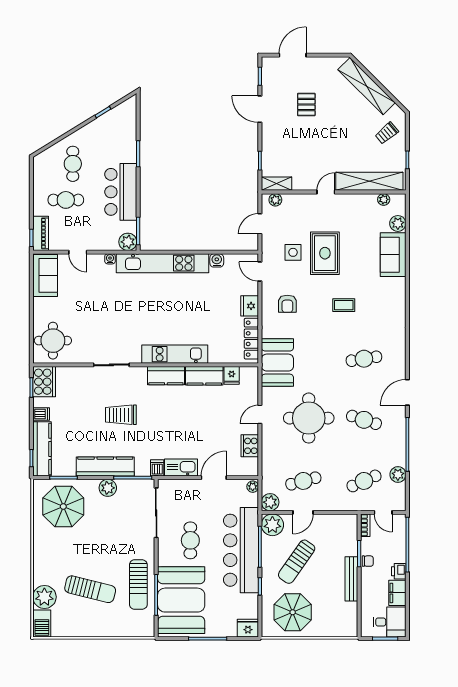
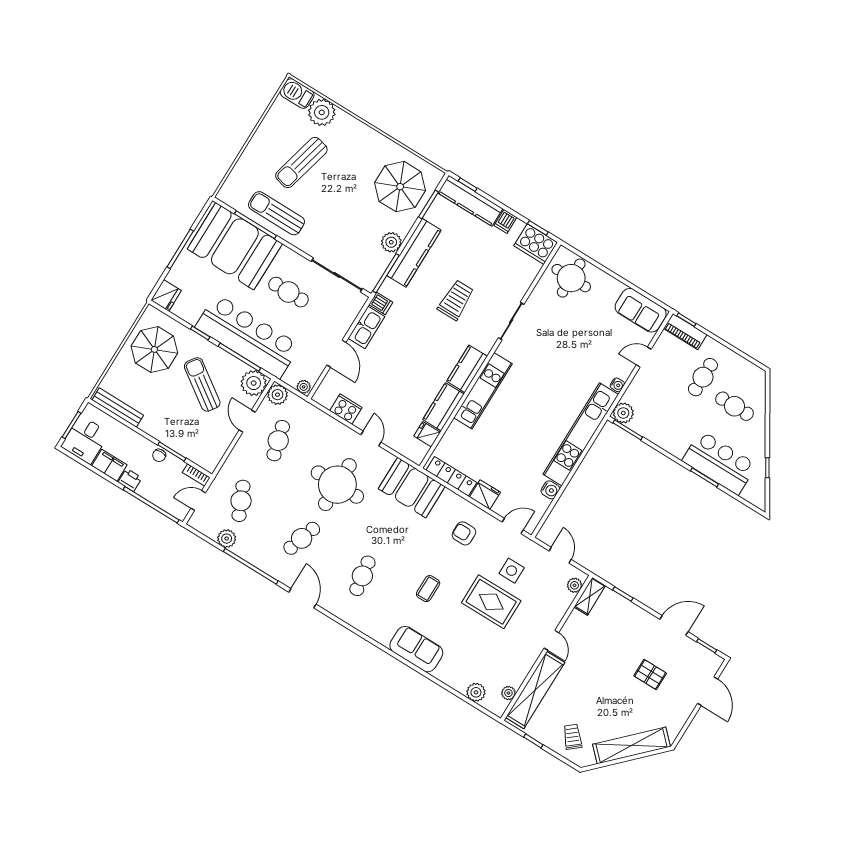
bar counter: (121, 192) -> (719, 463), moved
sofa: (393, 255) -> (416, 649), moved
bench: (351, 579) -> (118, 408), moved

